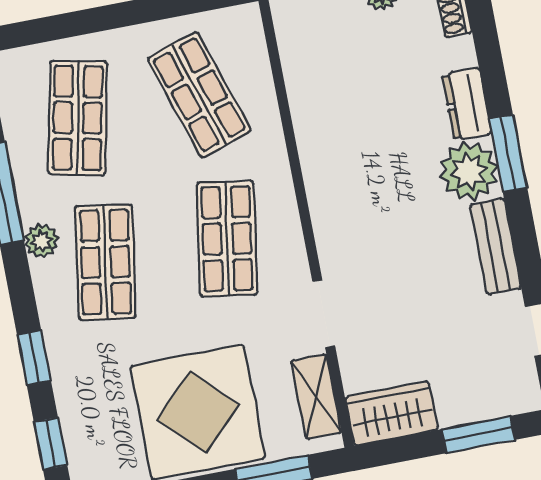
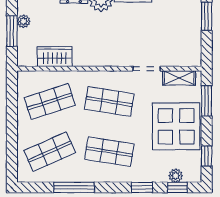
shop shelf: (78, 118) -> (50, 152), turned -36
plant: (41, 241) -> (176, 176), moved
wardrobe: (391, 413) -> (55, 57), moved, turned 90

